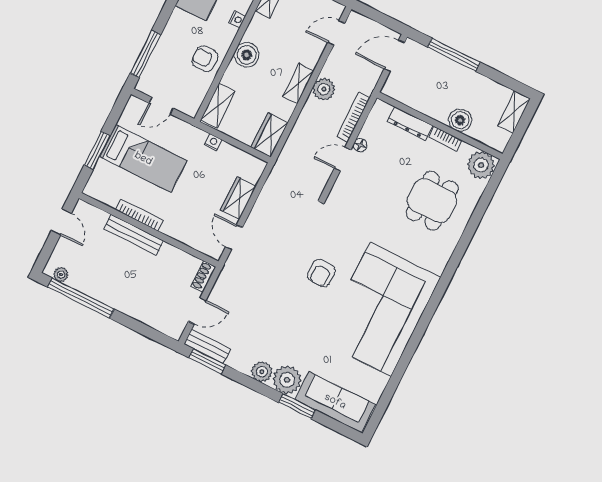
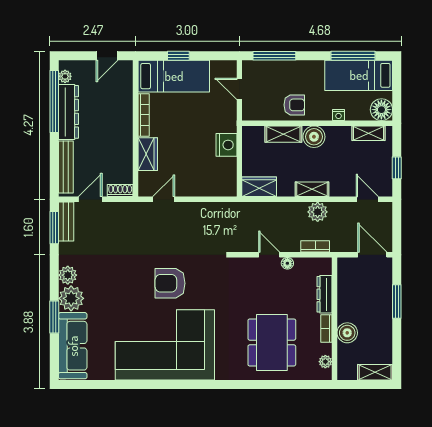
window: (454, 55) -> (397, 302), width x0.69
armchair: (205, 59) -> (294, 105), turned 90
shelving: (218, 106) -> (283, 134), moved
bookcase: (353, 117) -> (315, 246), width x0.64
nightstand: (213, 142) -> (226, 145), width x1.89, depth x1.79
window: (97, 150) -> (178, 56), width x0.67
bed: (143, 159) -> (174, 76), moved, turned -90
plant: (481, 165) -> (325, 362), width x0.53, depth x0.53
wardrobe: (238, 198) -> (148, 154), moved, turned 90
dining table: (432, 201) -> (272, 342), width x1.38
bench: (134, 235) -> (66, 167), moved
armchair: (321, 273) -> (170, 283), width x1.38, depth x1.38
dresser: (98, 289) -> (68, 112), added
door: (197, 311) -> (90, 199), swing flipped

